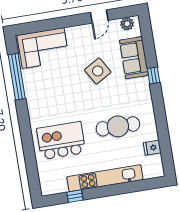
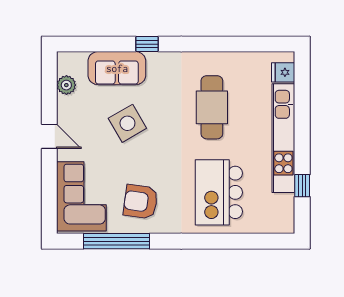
door: (99, 16) -> (49, 136), moved
plant: (127, 24) -> (66, 85), moved
armchair: (46, 89) -> (141, 202), added
fridge: (152, 148) -> (283, 72), moved, turned 90

